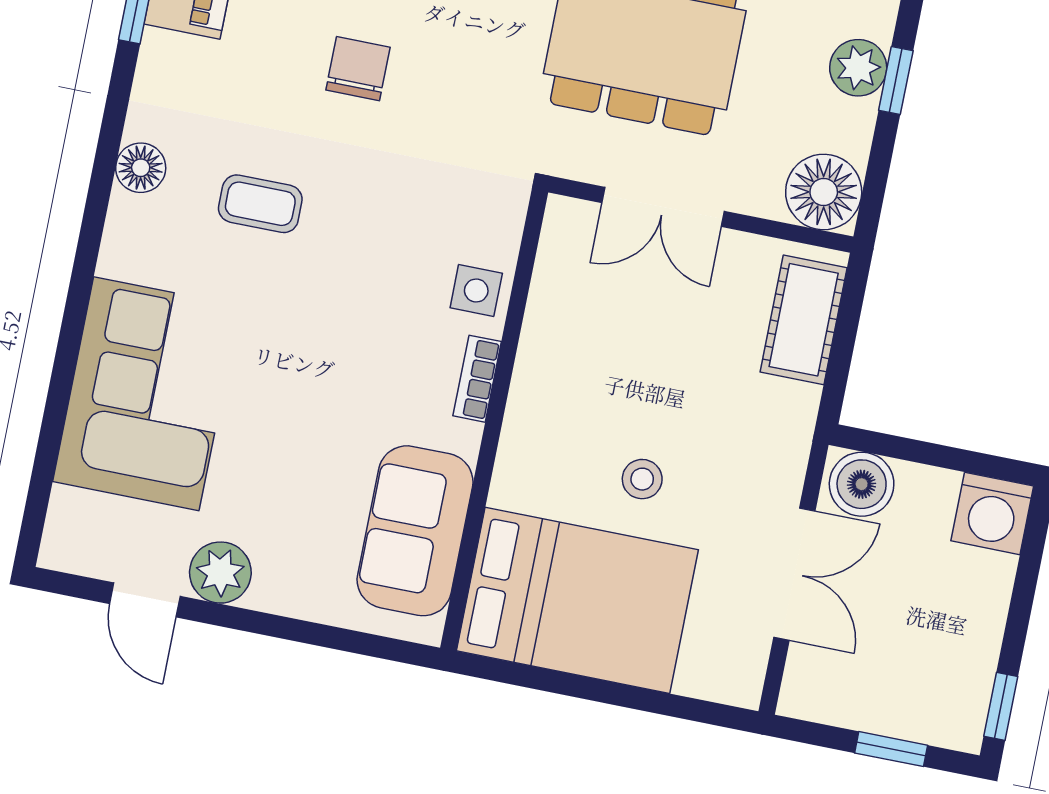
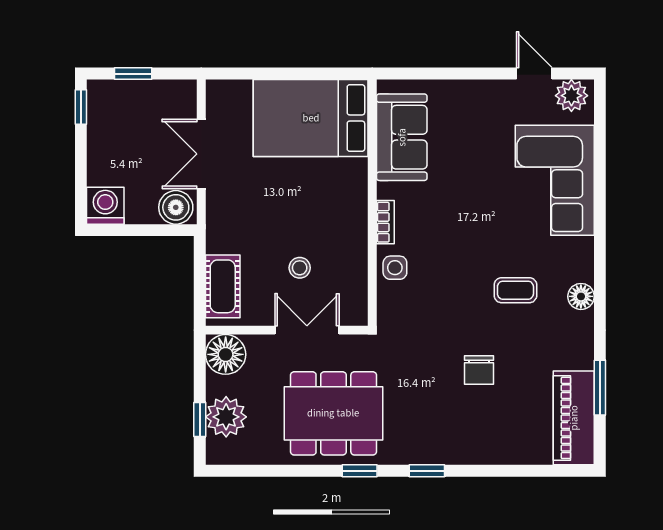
plant: (858, 68) -> (226, 417), width x1.36, depth x1.36
stool: (642, 479) -> (300, 268), moved
plant: (220, 573) -> (571, 96), moved

